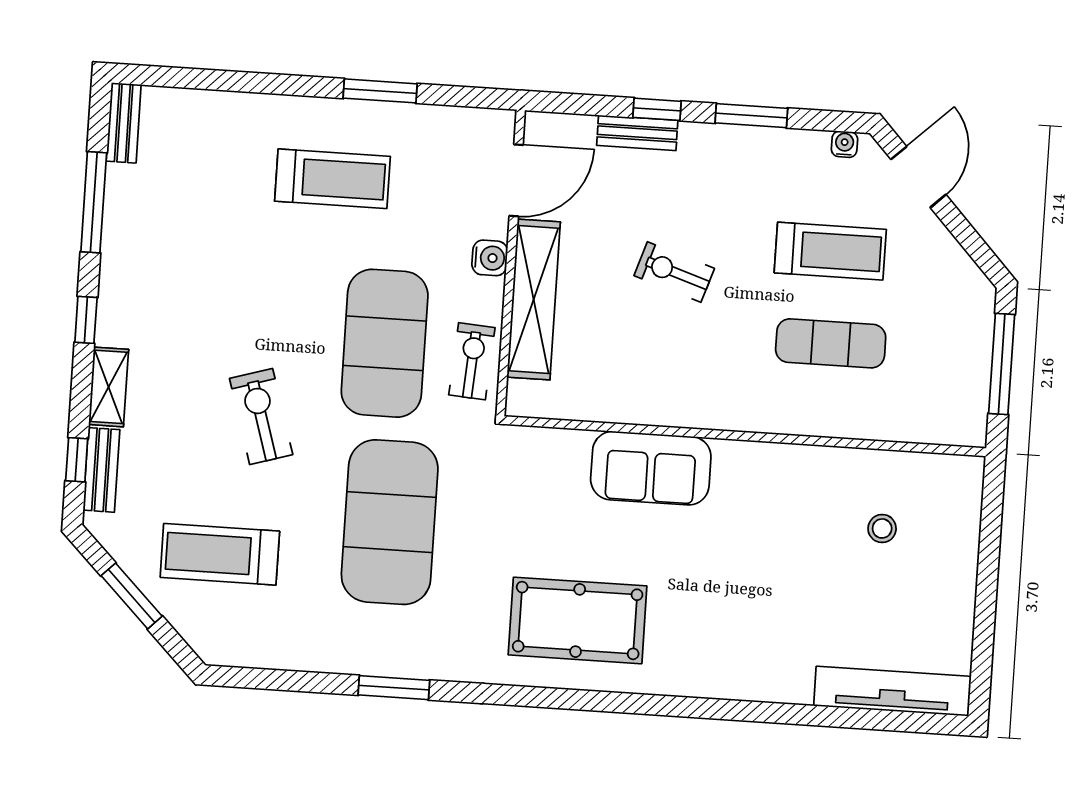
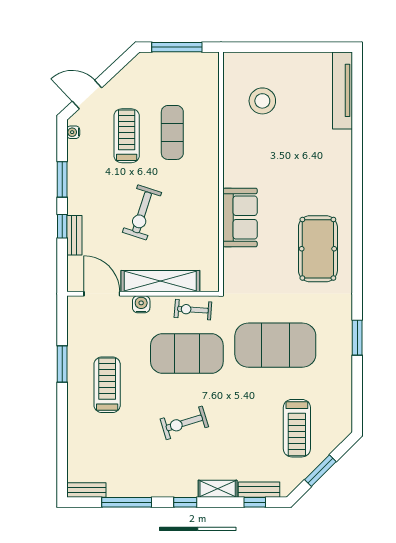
exercise bike: (674, 272) -> (142, 212), width x1.38, depth x1.39
exercise bike: (261, 416) -> (184, 423), moved
stool: (882, 528) -> (262, 101), width x1.89, depth x1.89

